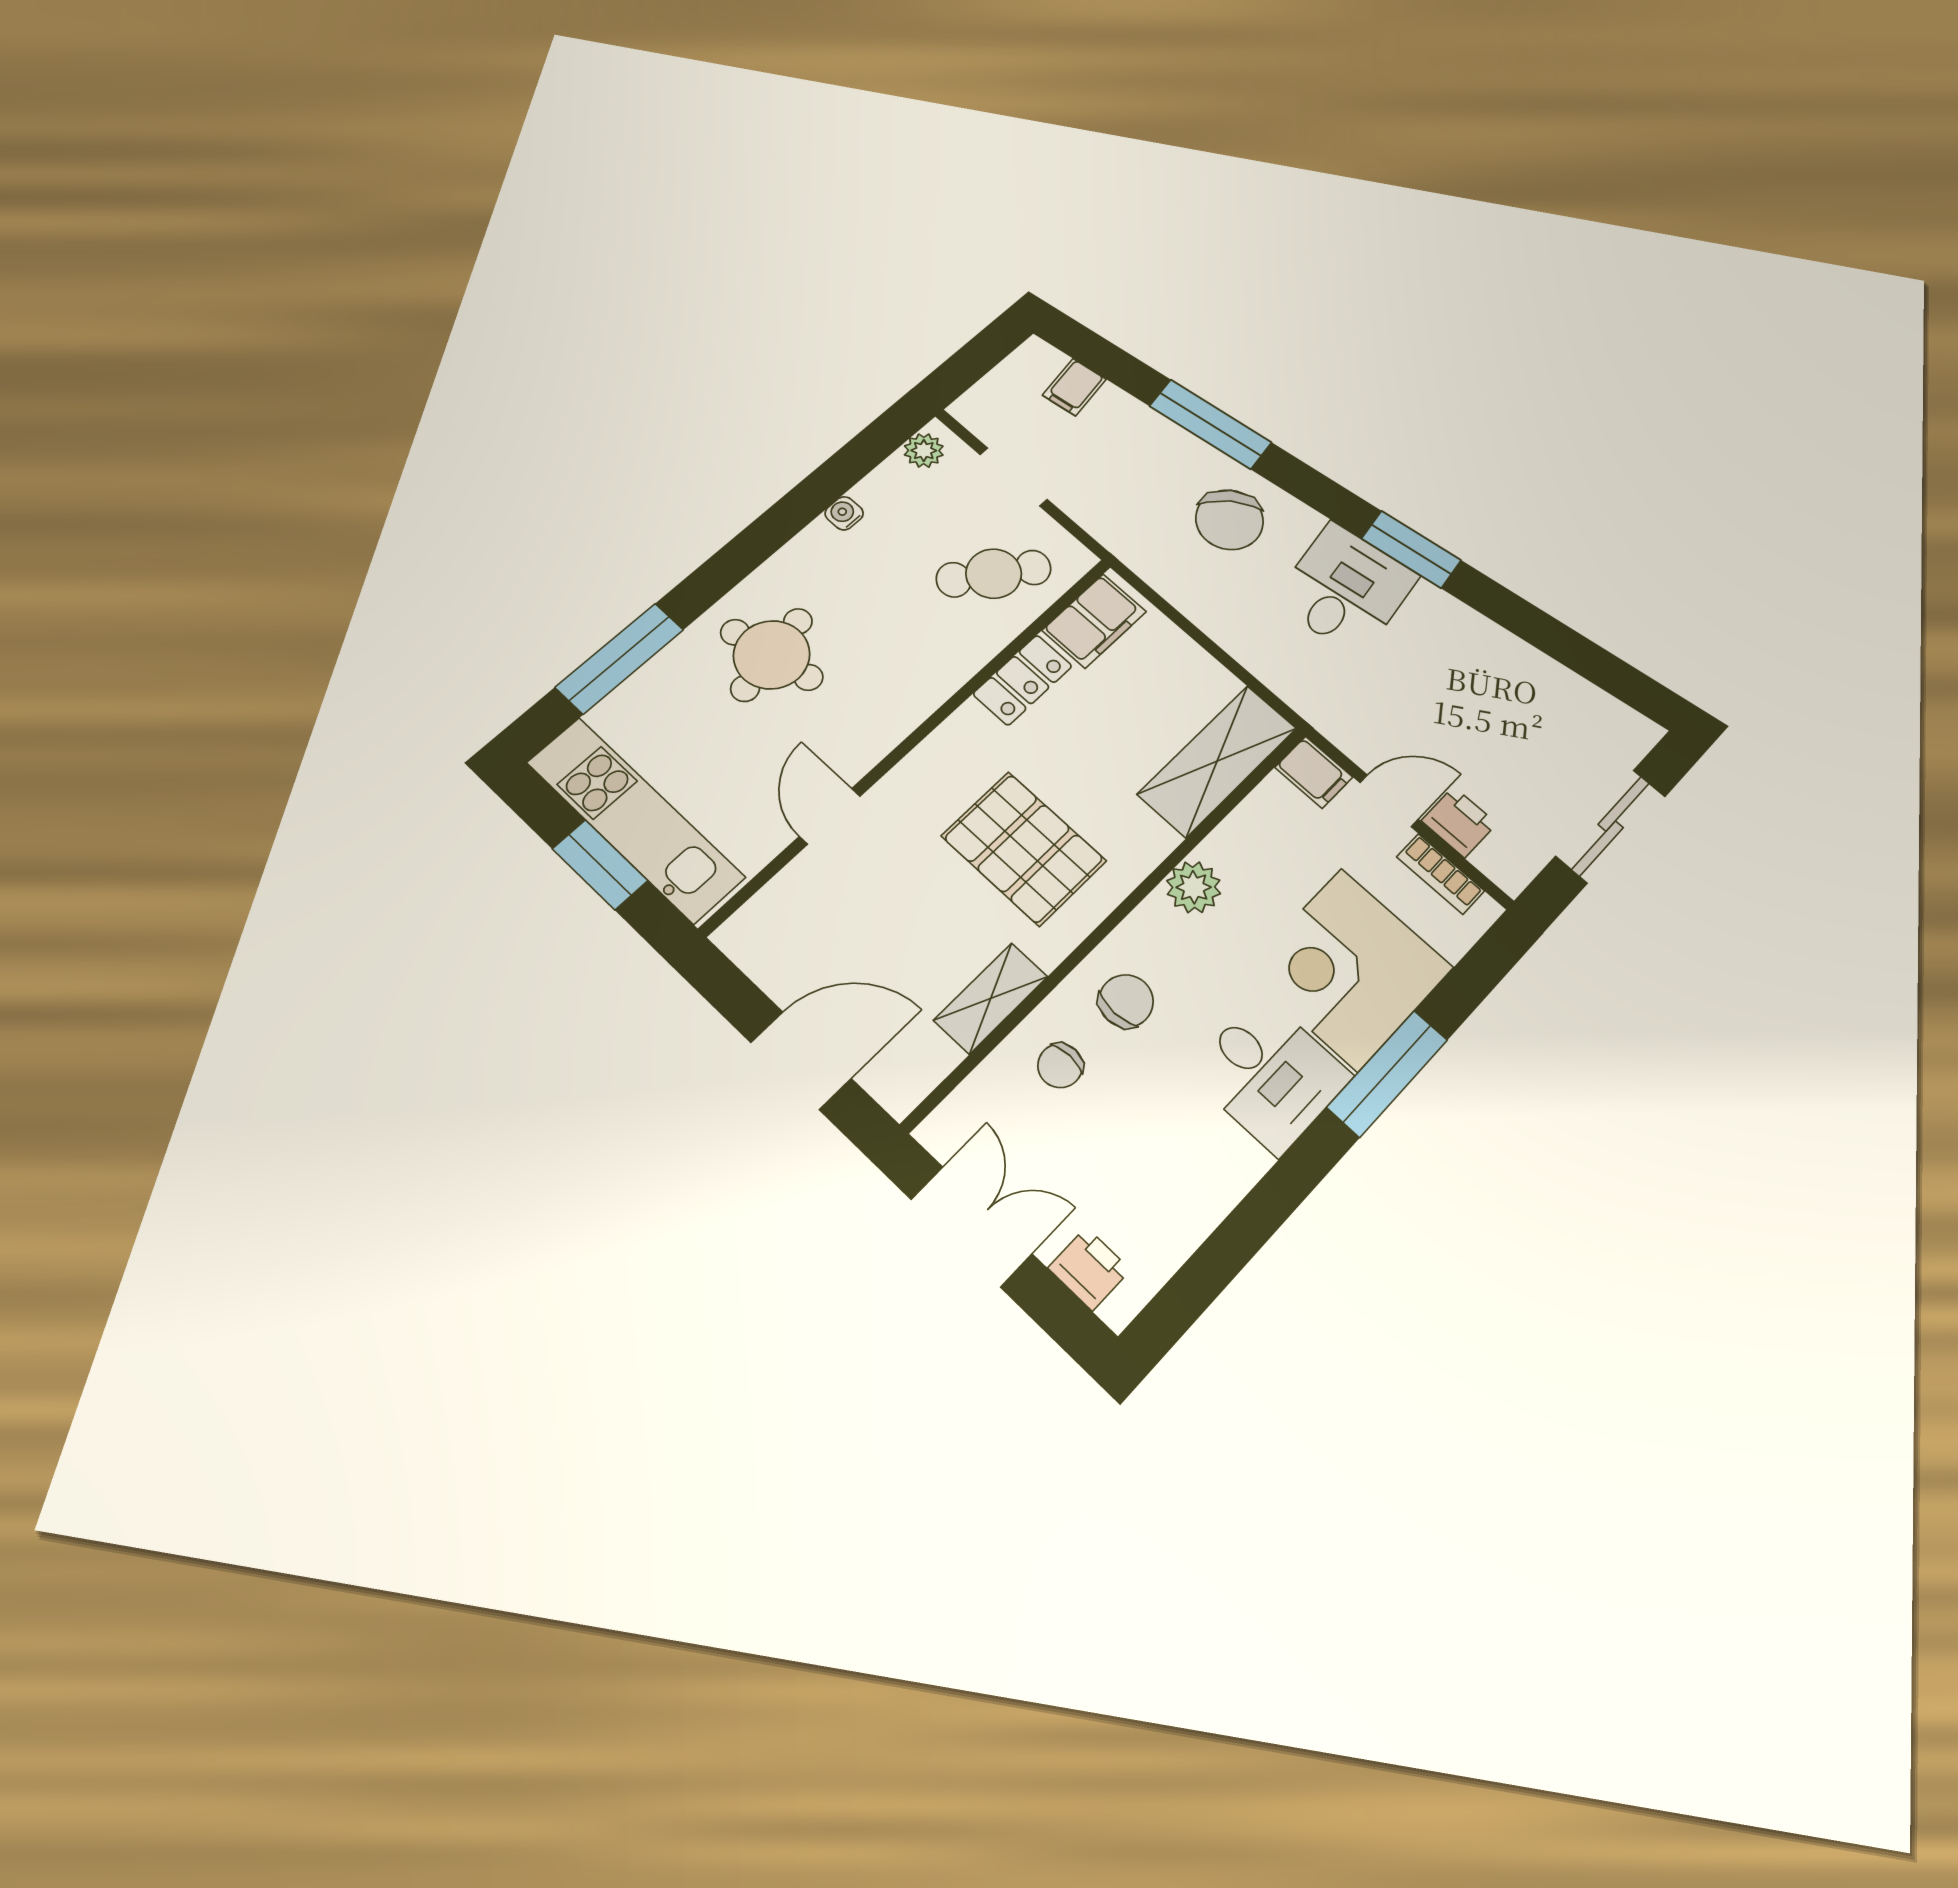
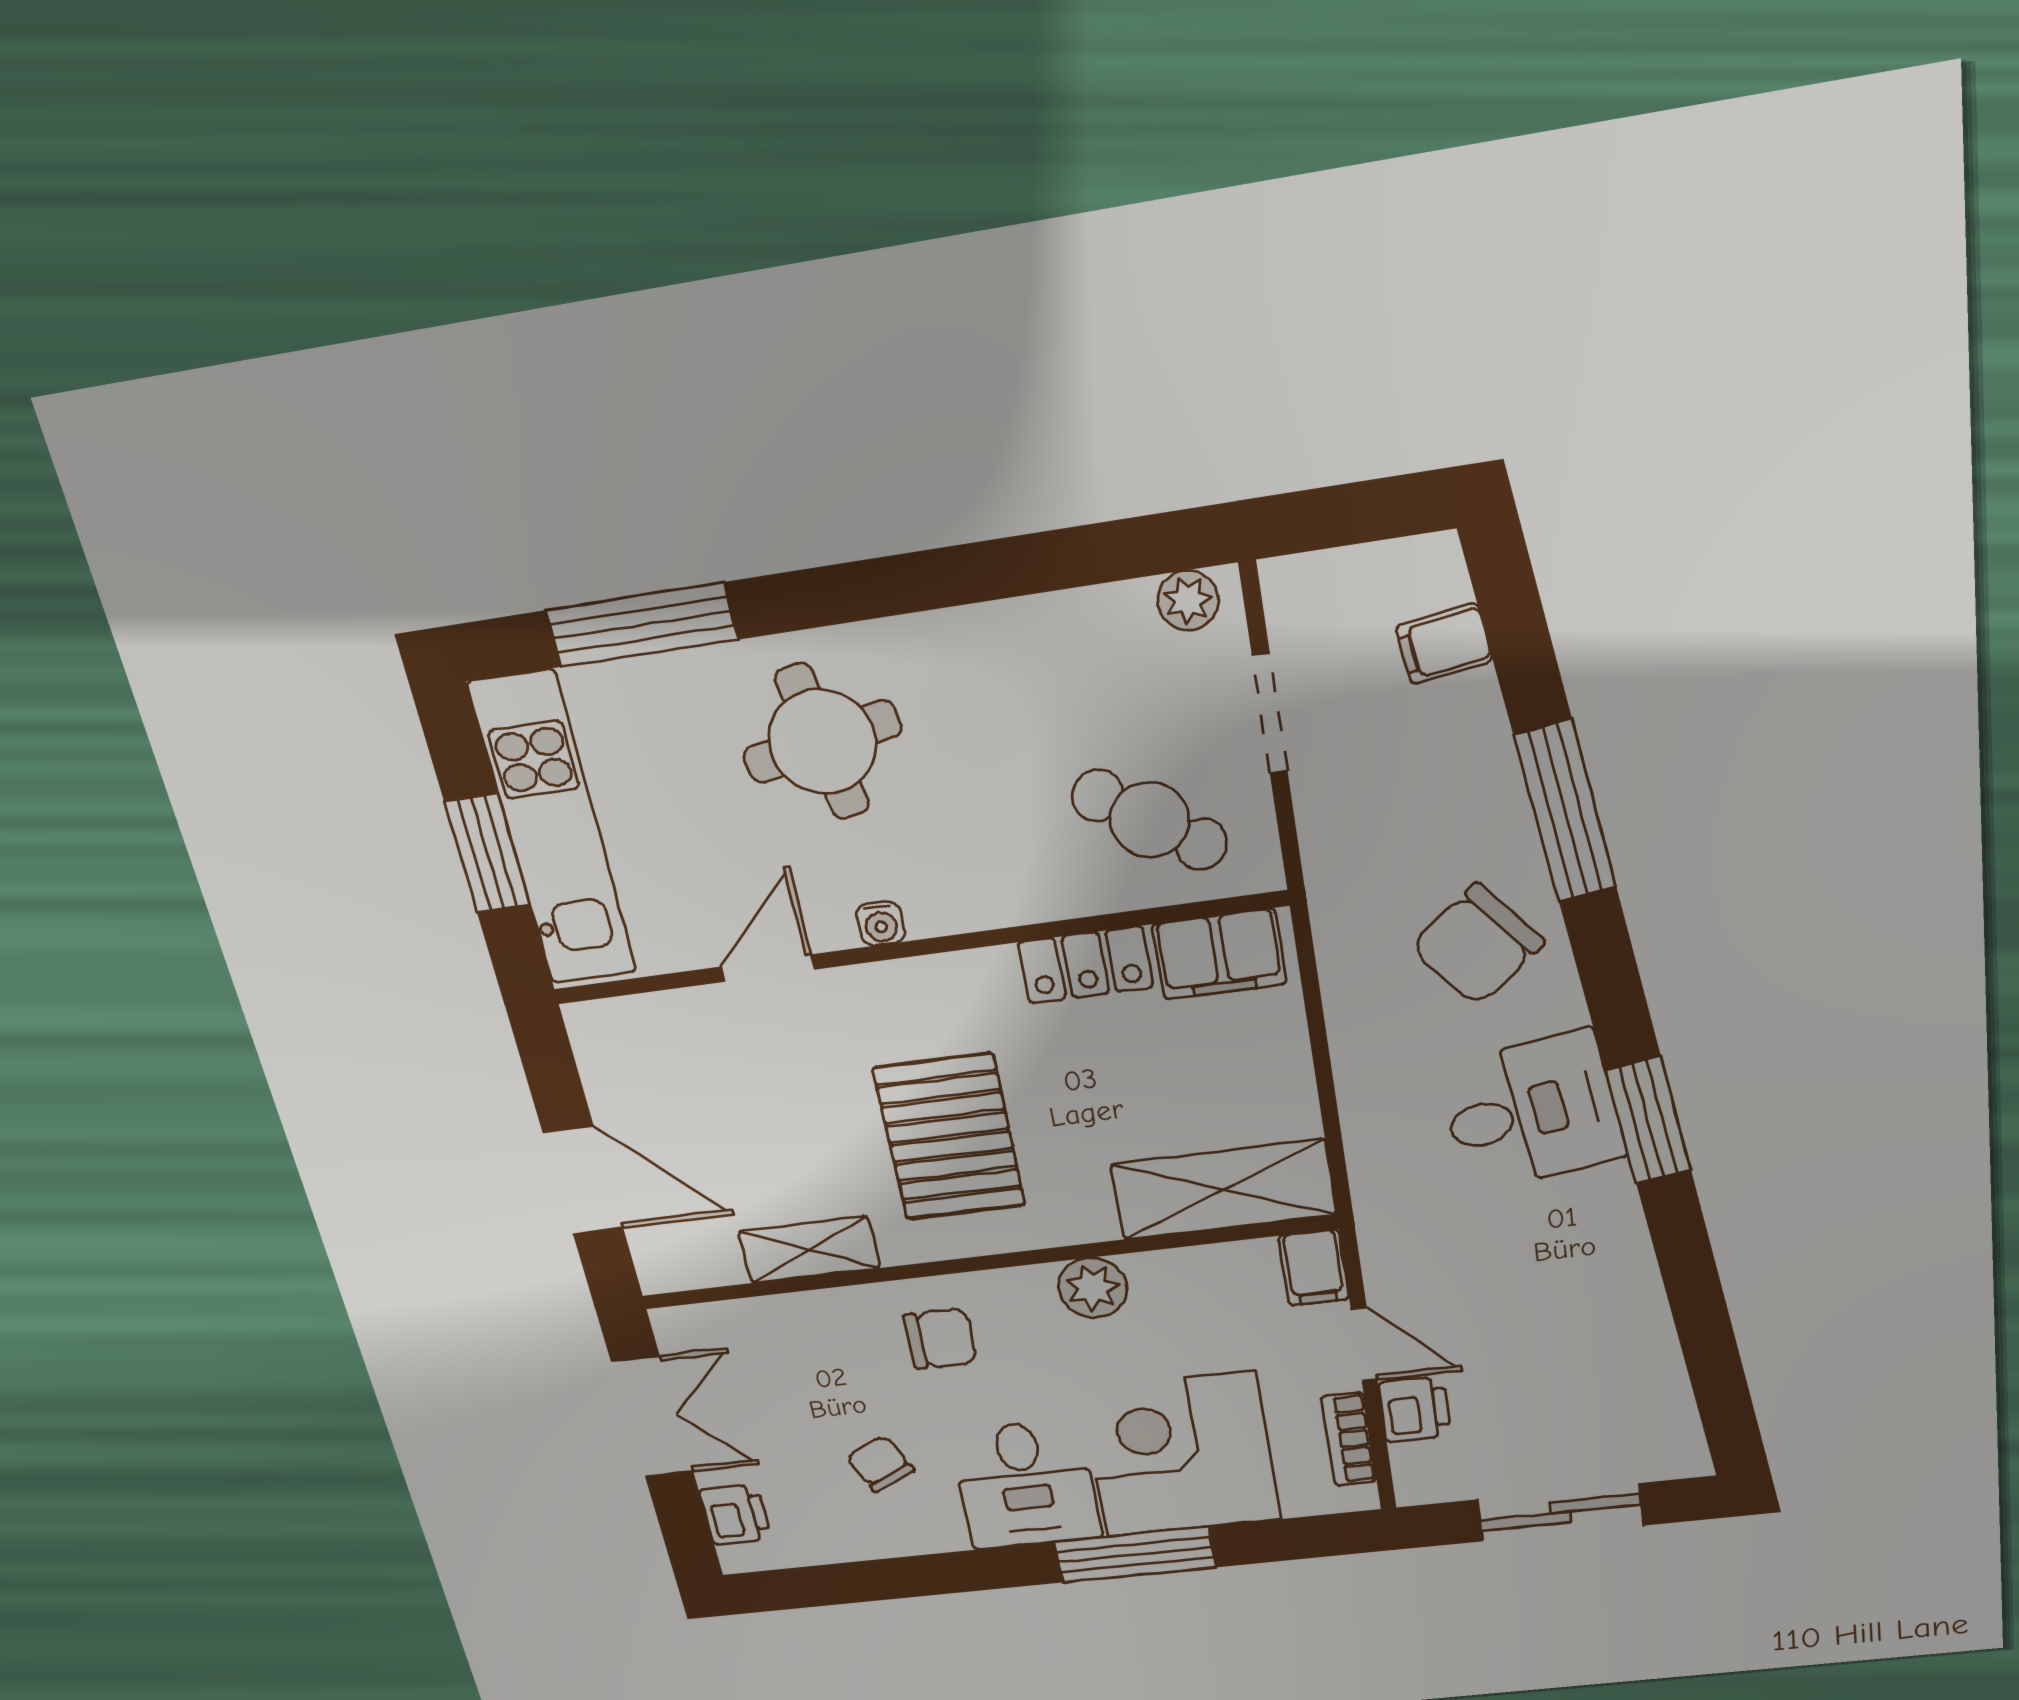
water cooler: (844, 513) -> (881, 924), moved, turned 180
chair: (1060, 1066) -> (880, 1464), moved, turned 65

